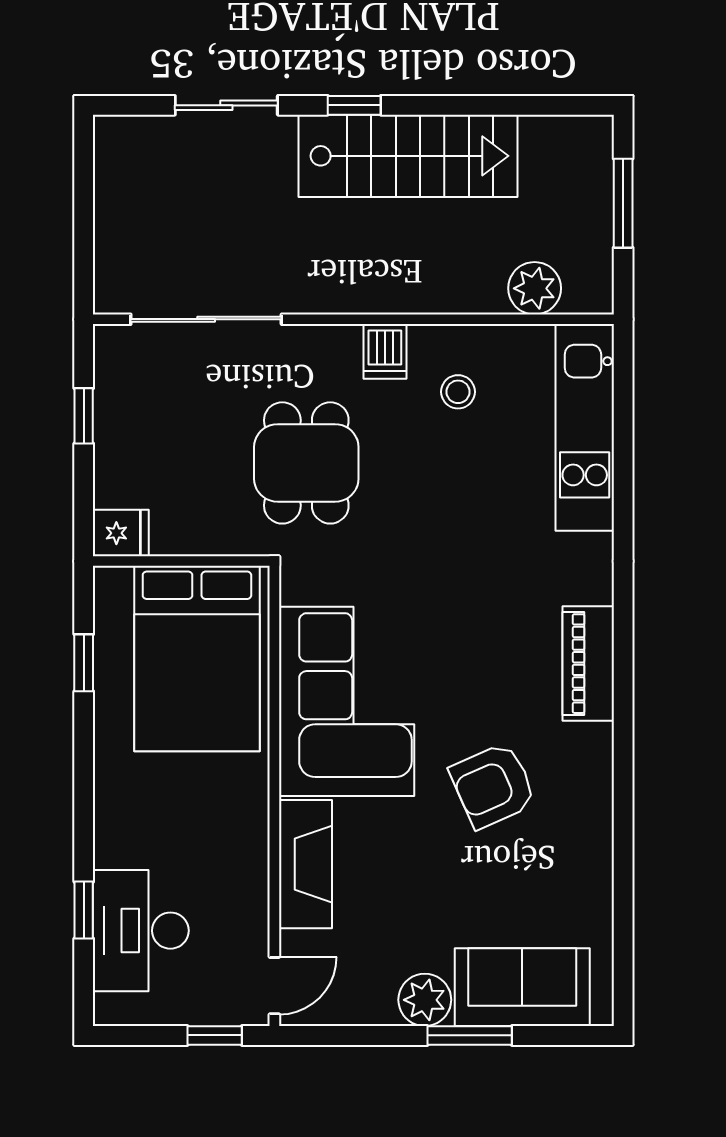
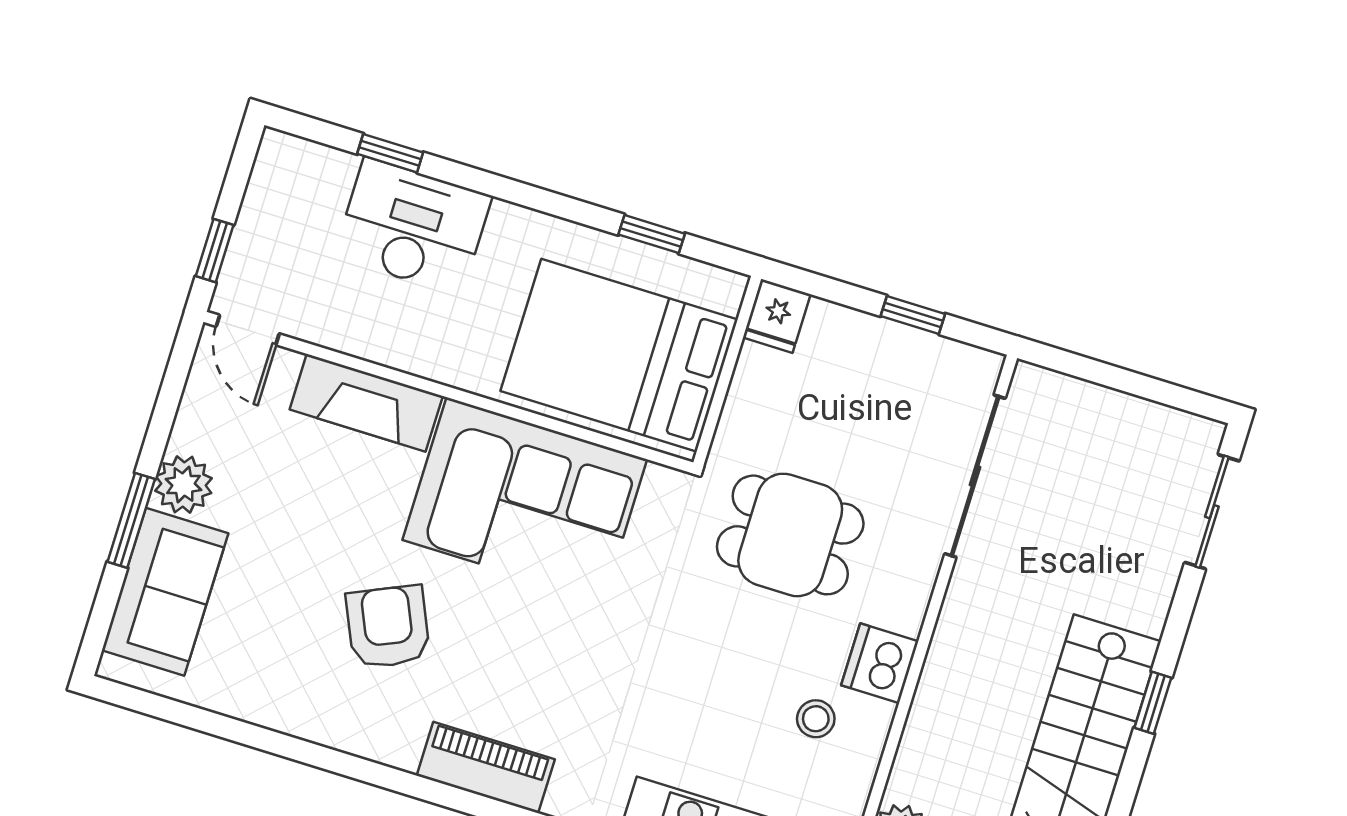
sliding door: (226, 105) -> (1212, 512), moved
dishwasher: (385, 351) -> (880, 663), width x1.38
desk: (141, 931) -> (413, 226), moved

